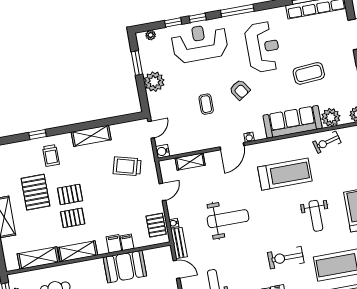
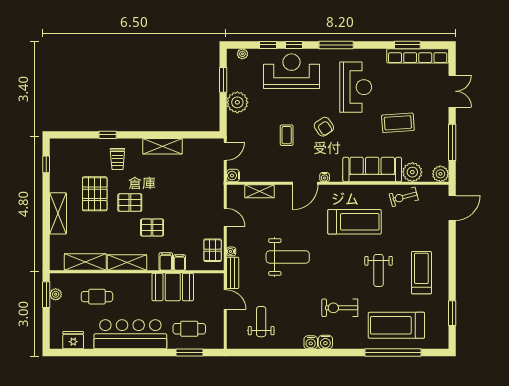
trolley: (127, 166) -> (194, 184), removed
door: (162, 192) -> (225, 217), hinge flipped
pallet: (73, 218) -> (152, 228), moved

